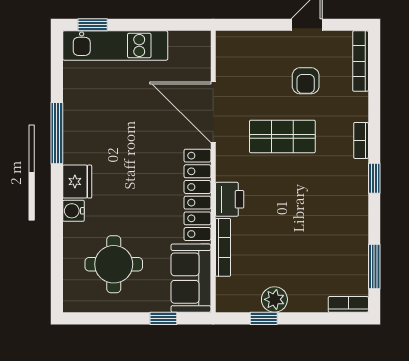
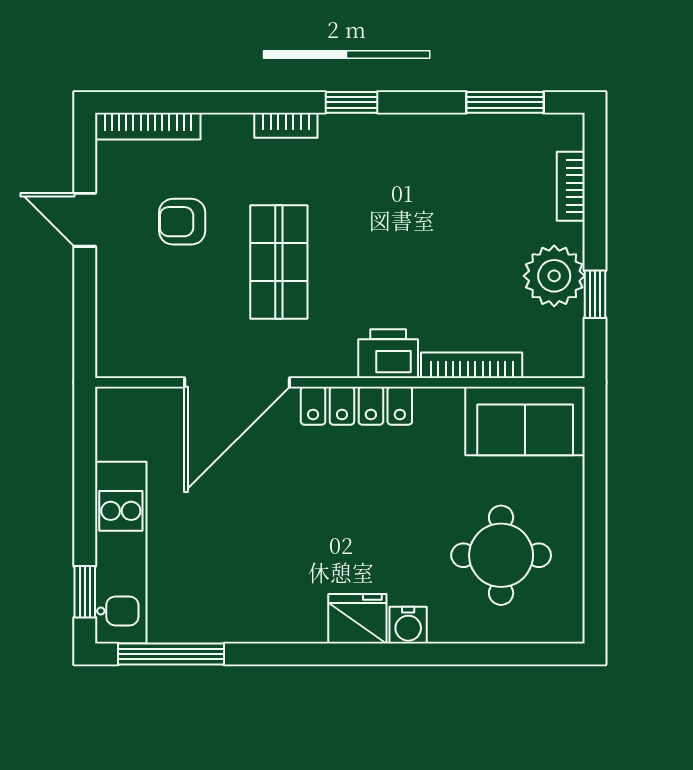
armchair: (306, 81) -> (182, 222), turned 180
window: (57, 133) -> (171, 654), moved
locker: (197, 195) -> (356, 406), width x0.71, depth x0.83
plant: (274, 299) -> (554, 276), width x1.36, depth x1.36
bookcase: (348, 304) -> (571, 186), moved
window: (163, 318) -> (595, 469), removed

